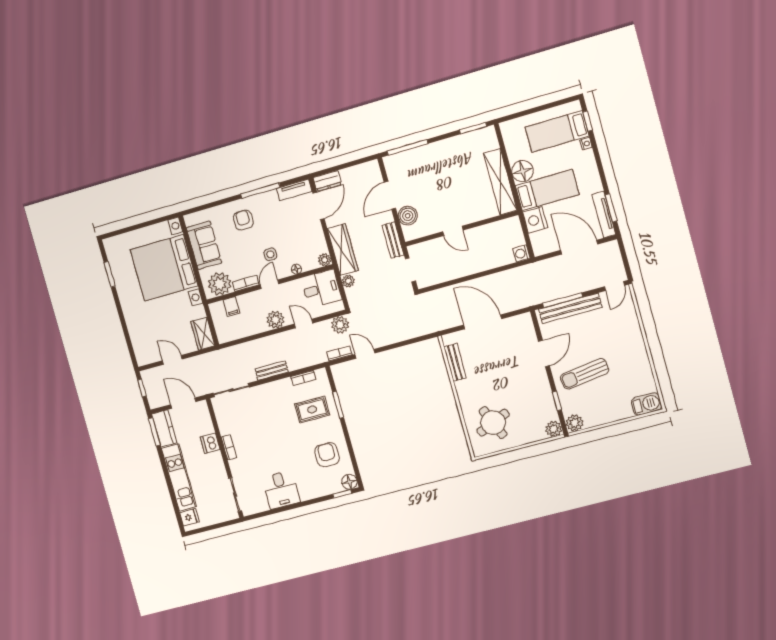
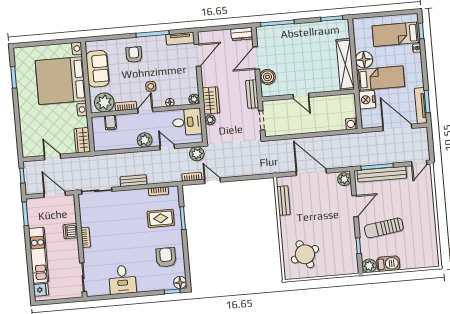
dresser: (327, 181) -> (242, 34), moved
wardrobe: (343, 250) -> (211, 100), width x0.67
barbecue: (646, 404) -> (388, 264), moved
kitchen counter: (164, 428) -> (34, 212), removed
plant: (554, 429) -> (344, 179), moved

